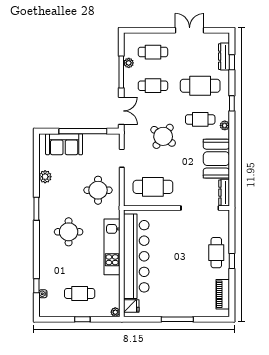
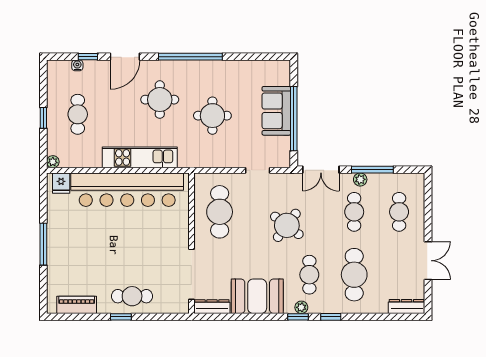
dresser: (224, 57) -> (407, 307), moved
window: (232, 62) -> (298, 317), moved
plant: (129, 63) -> (360, 179), moved
sofa: (64, 144) -> (276, 111), moved
plant: (45, 177) -> (233, 68), removed
round table: (98, 190) -> (212, 116), moved
window: (36, 209) -> (190, 57), width x2.11
door: (36, 258) -> (125, 57), added

